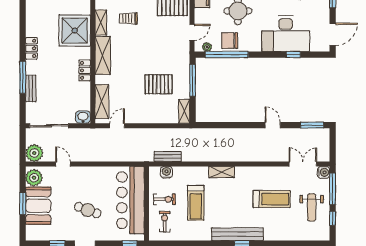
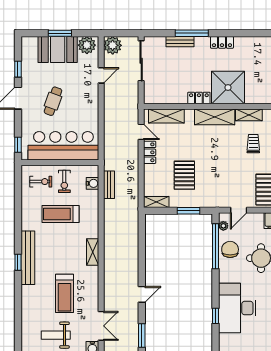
shower: (75, 31) -> (228, 87), moved
door: (192, 32) -> (239, 210), hinge flipped
window: (193, 80) -> (188, 211), width x0.69
washbasin: (83, 117) -> (150, 96), removed
locker: (137, 118) -> (150, 152), added
shelving: (222, 172) -> (93, 252), moved

